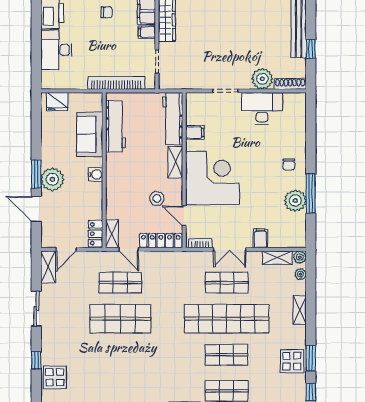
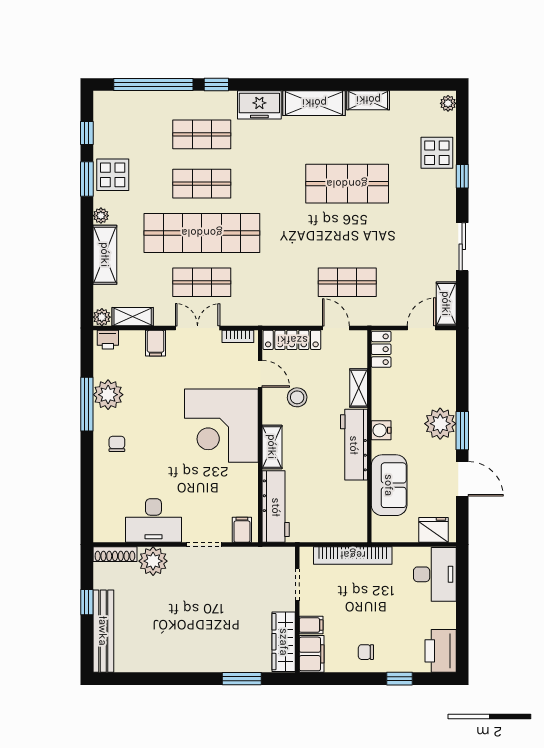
desk: (56, 50) -> (435, 574), moved
workbench: (115, 126) -> (354, 445), moved
filing cabinet: (195, 132) -> (242, 530), moved, turned 90
door: (36, 209) -> (462, 479), moved
shelving: (112, 234) -> (359, 388), moved
printer: (295, 241) -> (108, 340), added
plant: (301, 274) -> (101, 216), moved
shelving: (300, 310) -> (105, 255), width x1.50, depth x1.33
shop shelf: (120, 319) -> (347, 184), moved

